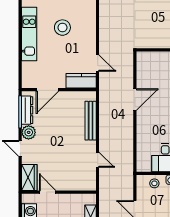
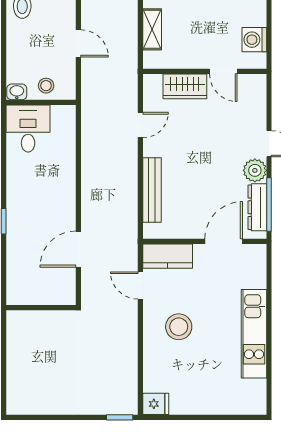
stool: (62, 28) -> (179, 327), moved
door: (135, 100) -> (78, 249), moved
door: (98, 160) -> (140, 125), swing flipped
wardrobe: (29, 177) -> (185, 86), moved, turned -90

